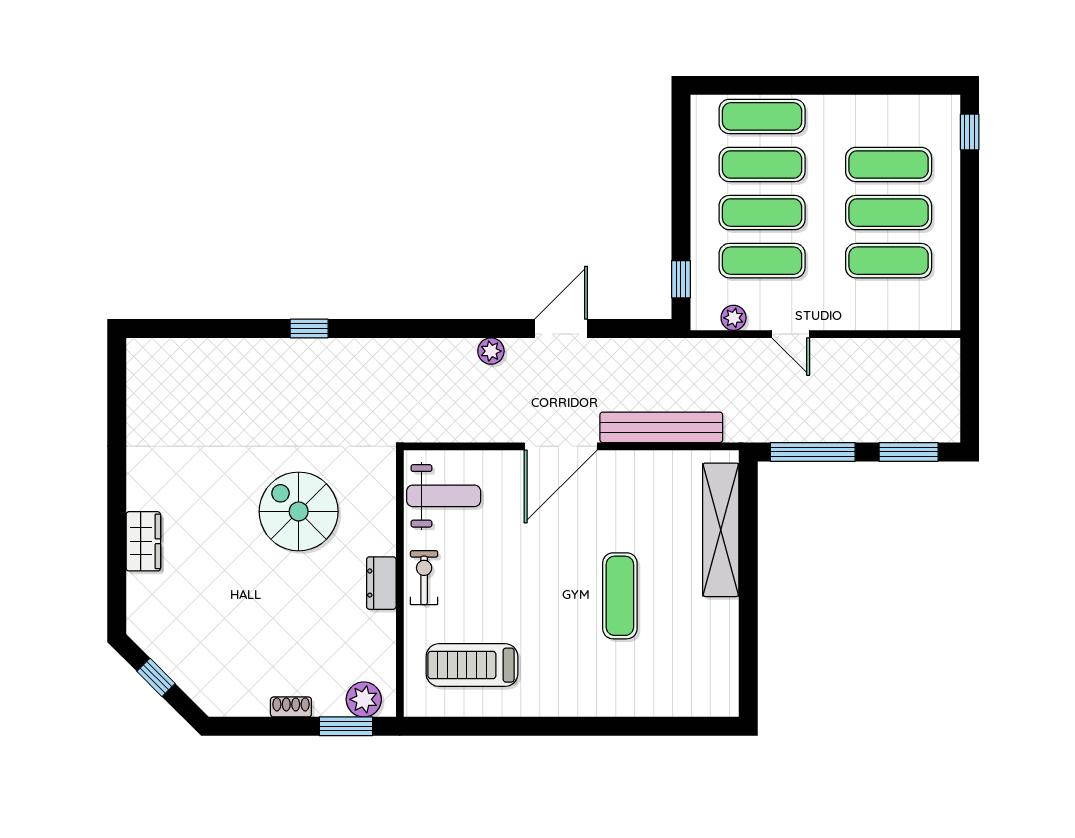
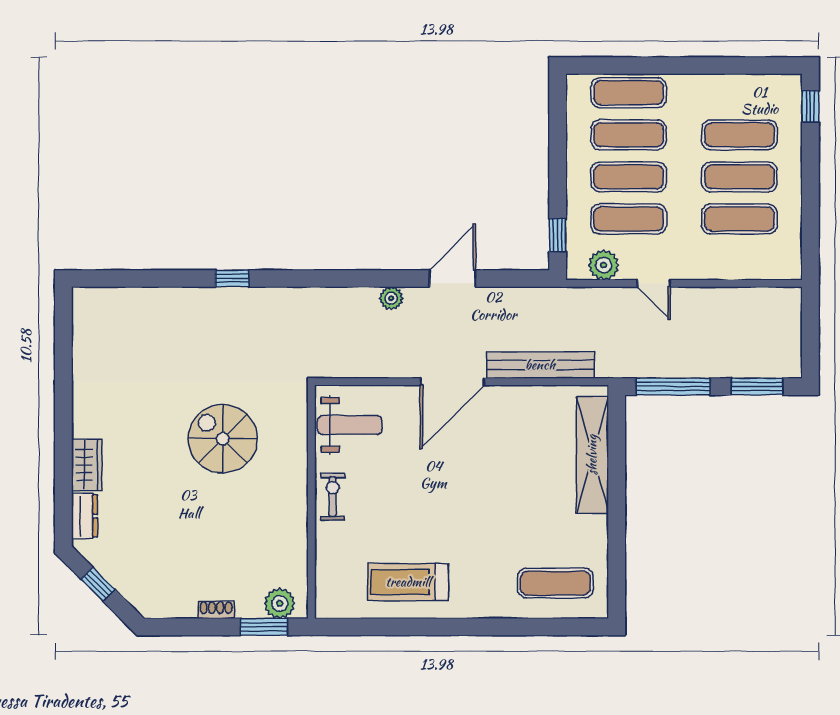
plant: (734, 318) -> (604, 265), width x1.38, depth x1.38
dresser: (381, 583) -> (85, 516), moved, turned 180
exercise mat: (620, 596) -> (555, 583), moved, turned 90
treadmill: (472, 665) -> (408, 582), moved

